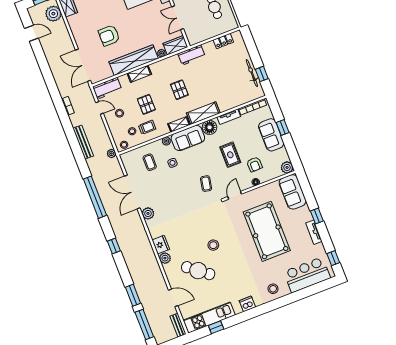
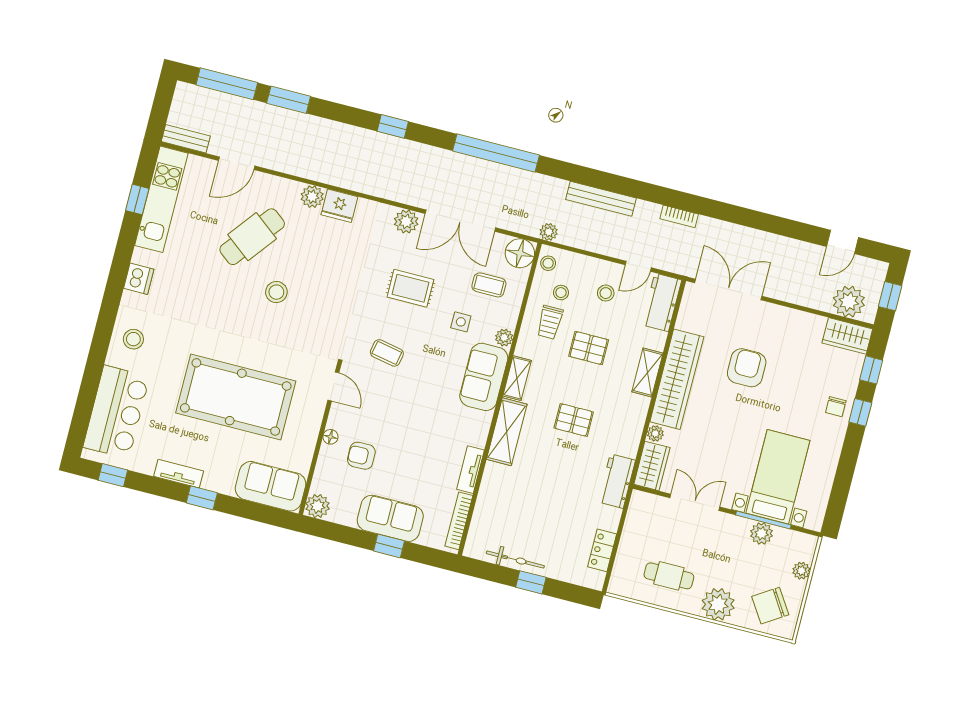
window: (262, 74) -> (531, 582), moved
floor lamp: (210, 127) -> (520, 253), moved
rug: (230, 155) -> (410, 288), moved
double door: (132, 192) -> (460, 221), swing flipped

